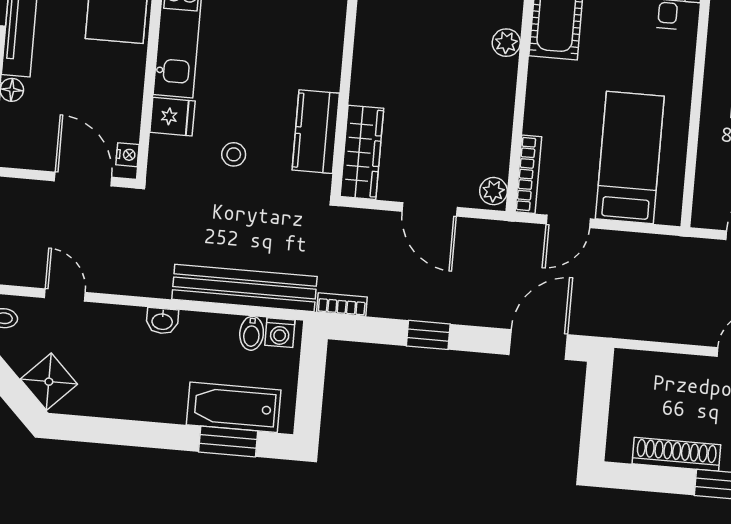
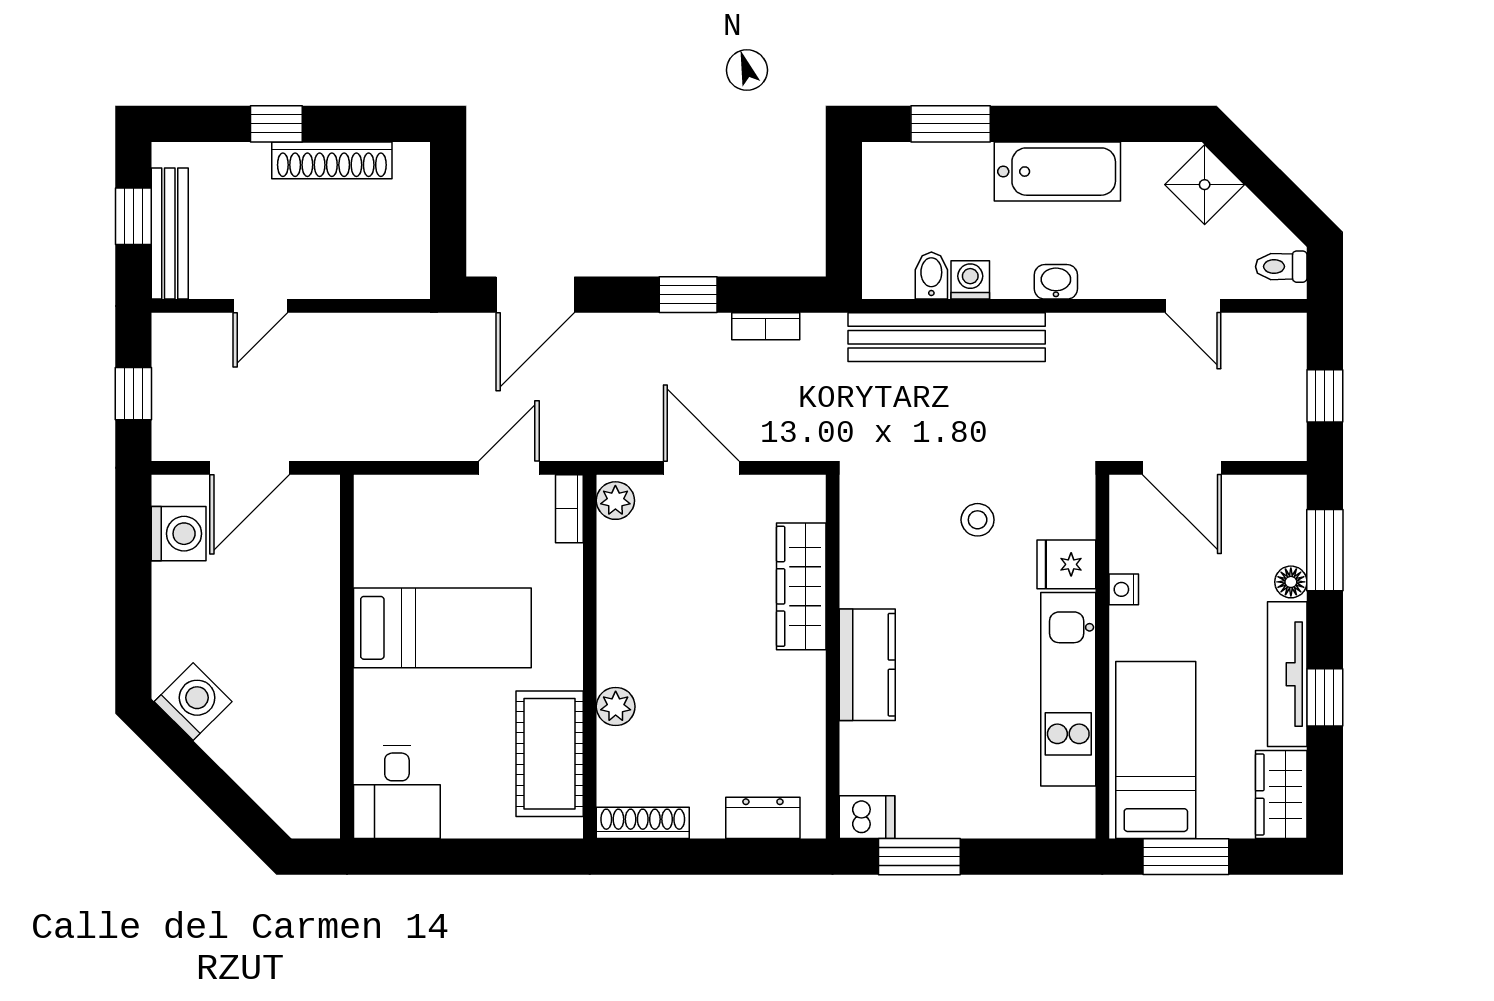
kitchen counter: (316, 132) -> (867, 665), moved
wardrobe: (362, 152) -> (801, 586), moved
nightstand: (127, 155) -> (1124, 589), moved
bed: (630, 157) -> (442, 628), moved, turned -90
bookcase: (528, 174) -> (569, 509), width x0.64
bookcase: (342, 304) -> (766, 326), moved
washing machine: (280, 333) -> (970, 280), moved
bathtub: (234, 407) -> (1057, 172), moved

